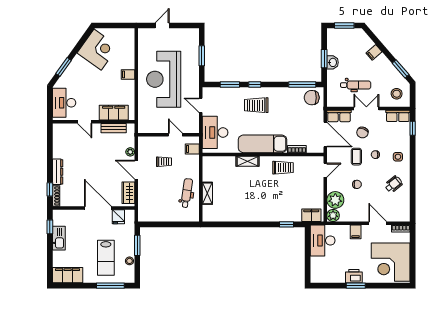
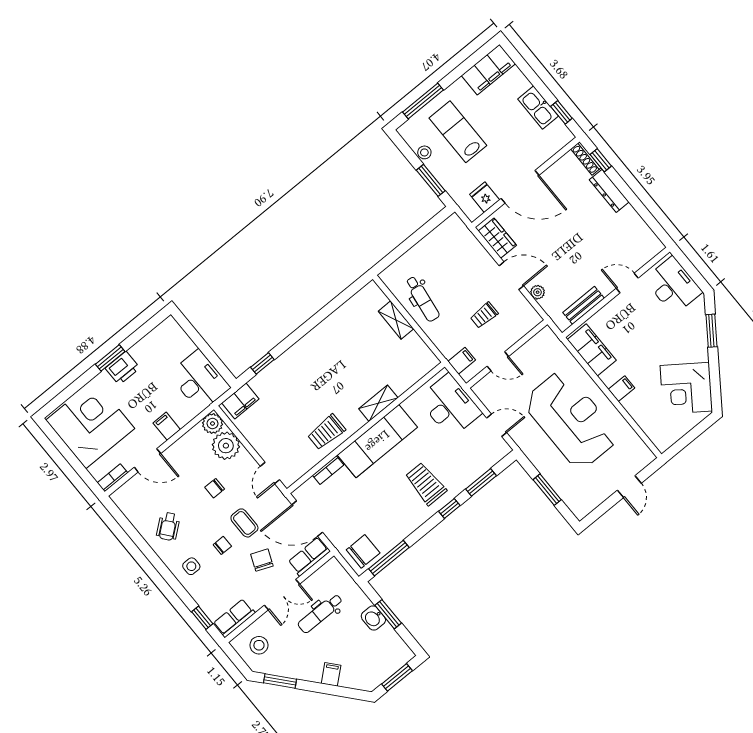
trolley: (256, 105) -> (426, 484), turned -90
filing cabinet: (114, 113) -> (592, 350), moved, turned -90

